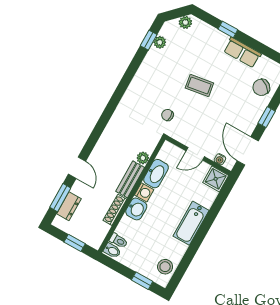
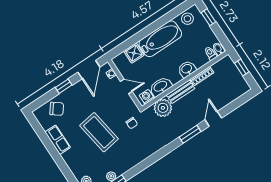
window: (228, 29) -> (59, 161), removed
coffee table: (199, 86) -> (99, 132), width x1.86, depth x1.72
plant: (143, 158) -> (163, 108), width x1.87, depth x1.87
shower: (216, 179) -> (134, 53), moved
washing machine: (144, 192) -> (147, 97), moved
window: (60, 198) -> (190, 134), moved
dresser: (69, 206) -> (233, 95), removed
bathtub: (191, 223) -> (160, 39), width x1.36, depth x1.36

